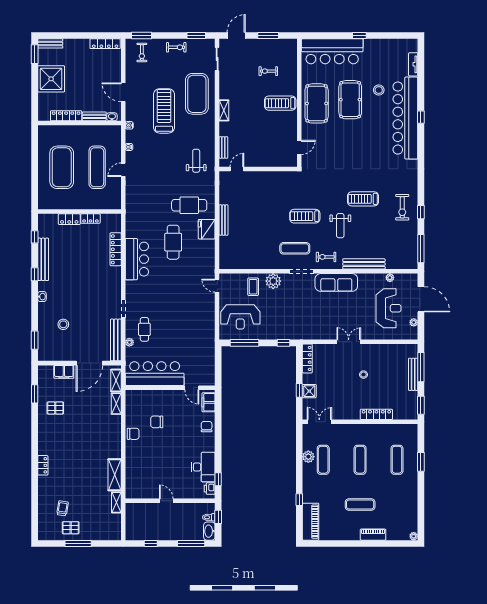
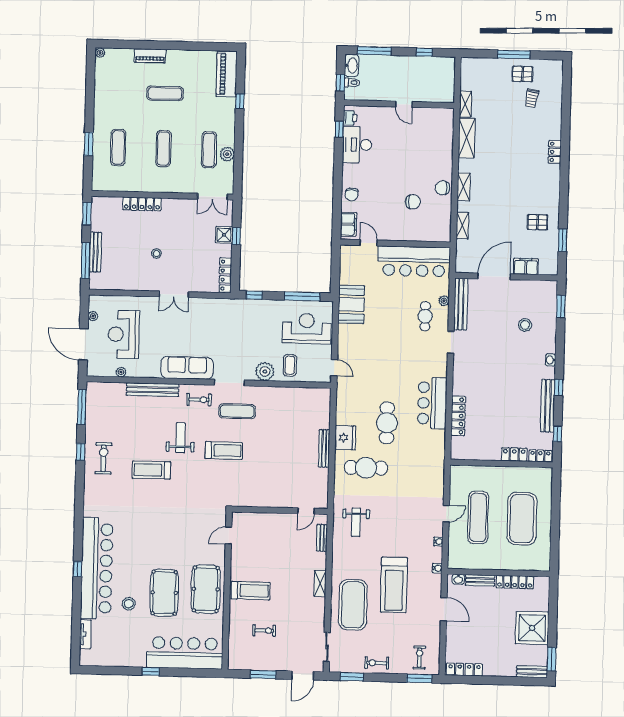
treadmill: (363, 199) -> (151, 470), turned 180
locker: (90, 219) -> (540, 456), moved
booth: (205, 337) -> (351, 304), added
shelving: (116, 381) -> (464, 187), moved

